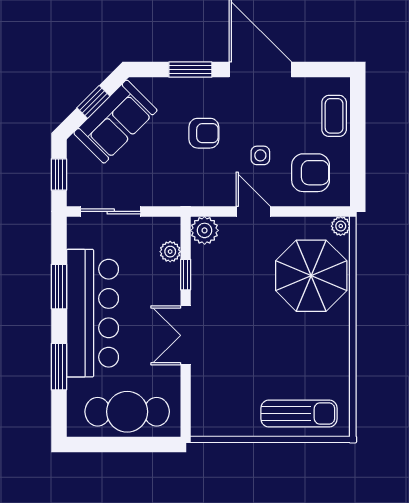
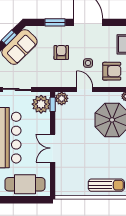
armchair: (204, 133) -> (61, 52), turned -90
plant: (170, 252) -> (41, 104), width x1.87, depth x1.87
window: (186, 275) -> (53, 104), moved

